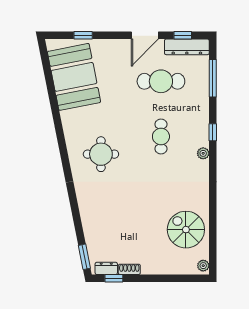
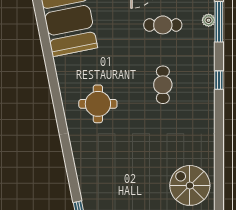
cafe table: (161, 81) -> (163, 25), width x0.73, depth x0.74
plant: (203, 153) -> (209, 20), moved

